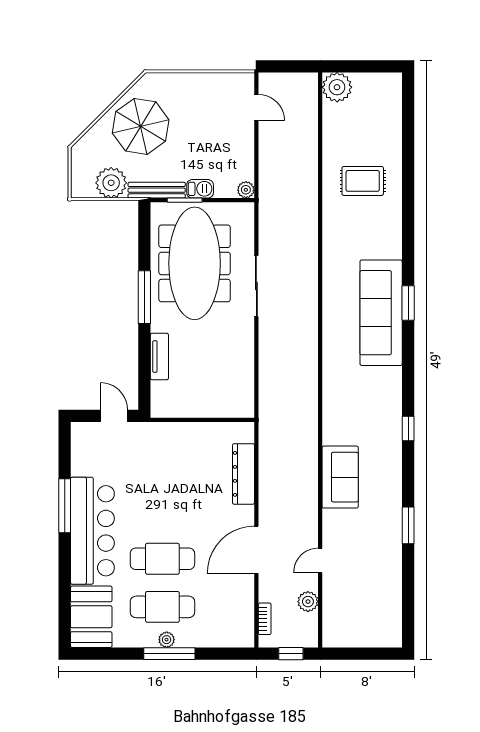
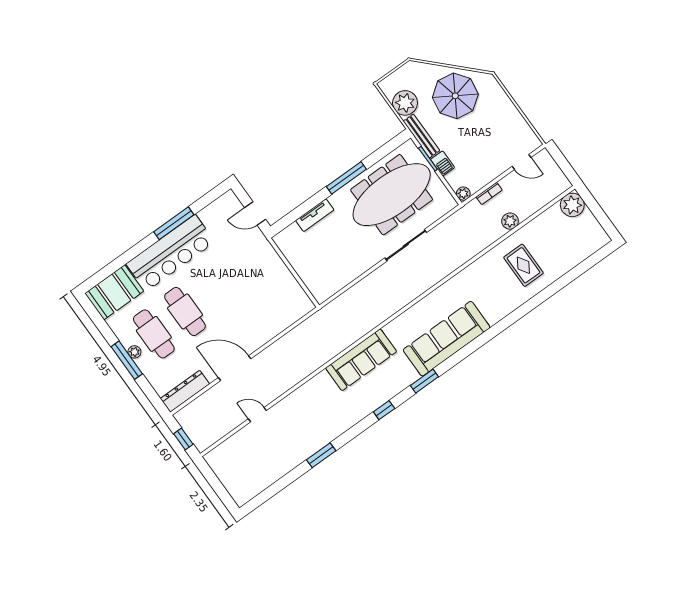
door: (256, 107) -> (522, 162), hinge flipped
window: (408, 303) -> (424, 381), moved
door: (114, 416) -> (255, 213), swing flipped
dresser: (243, 474) -> (185, 391), moved
sofa: (340, 477) -> (361, 360), moved, width x1.36
plant: (308, 602) -> (510, 221), moved
bookcase: (265, 619) -> (489, 193), moved

